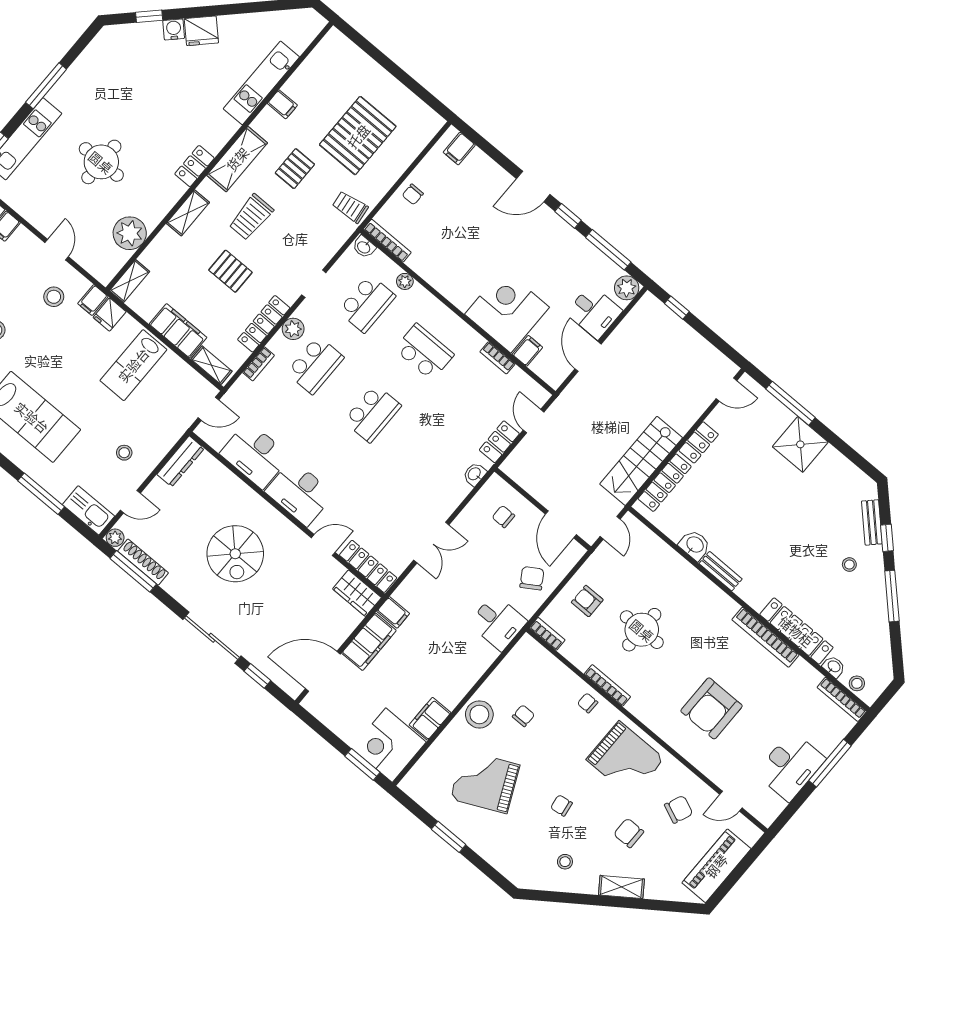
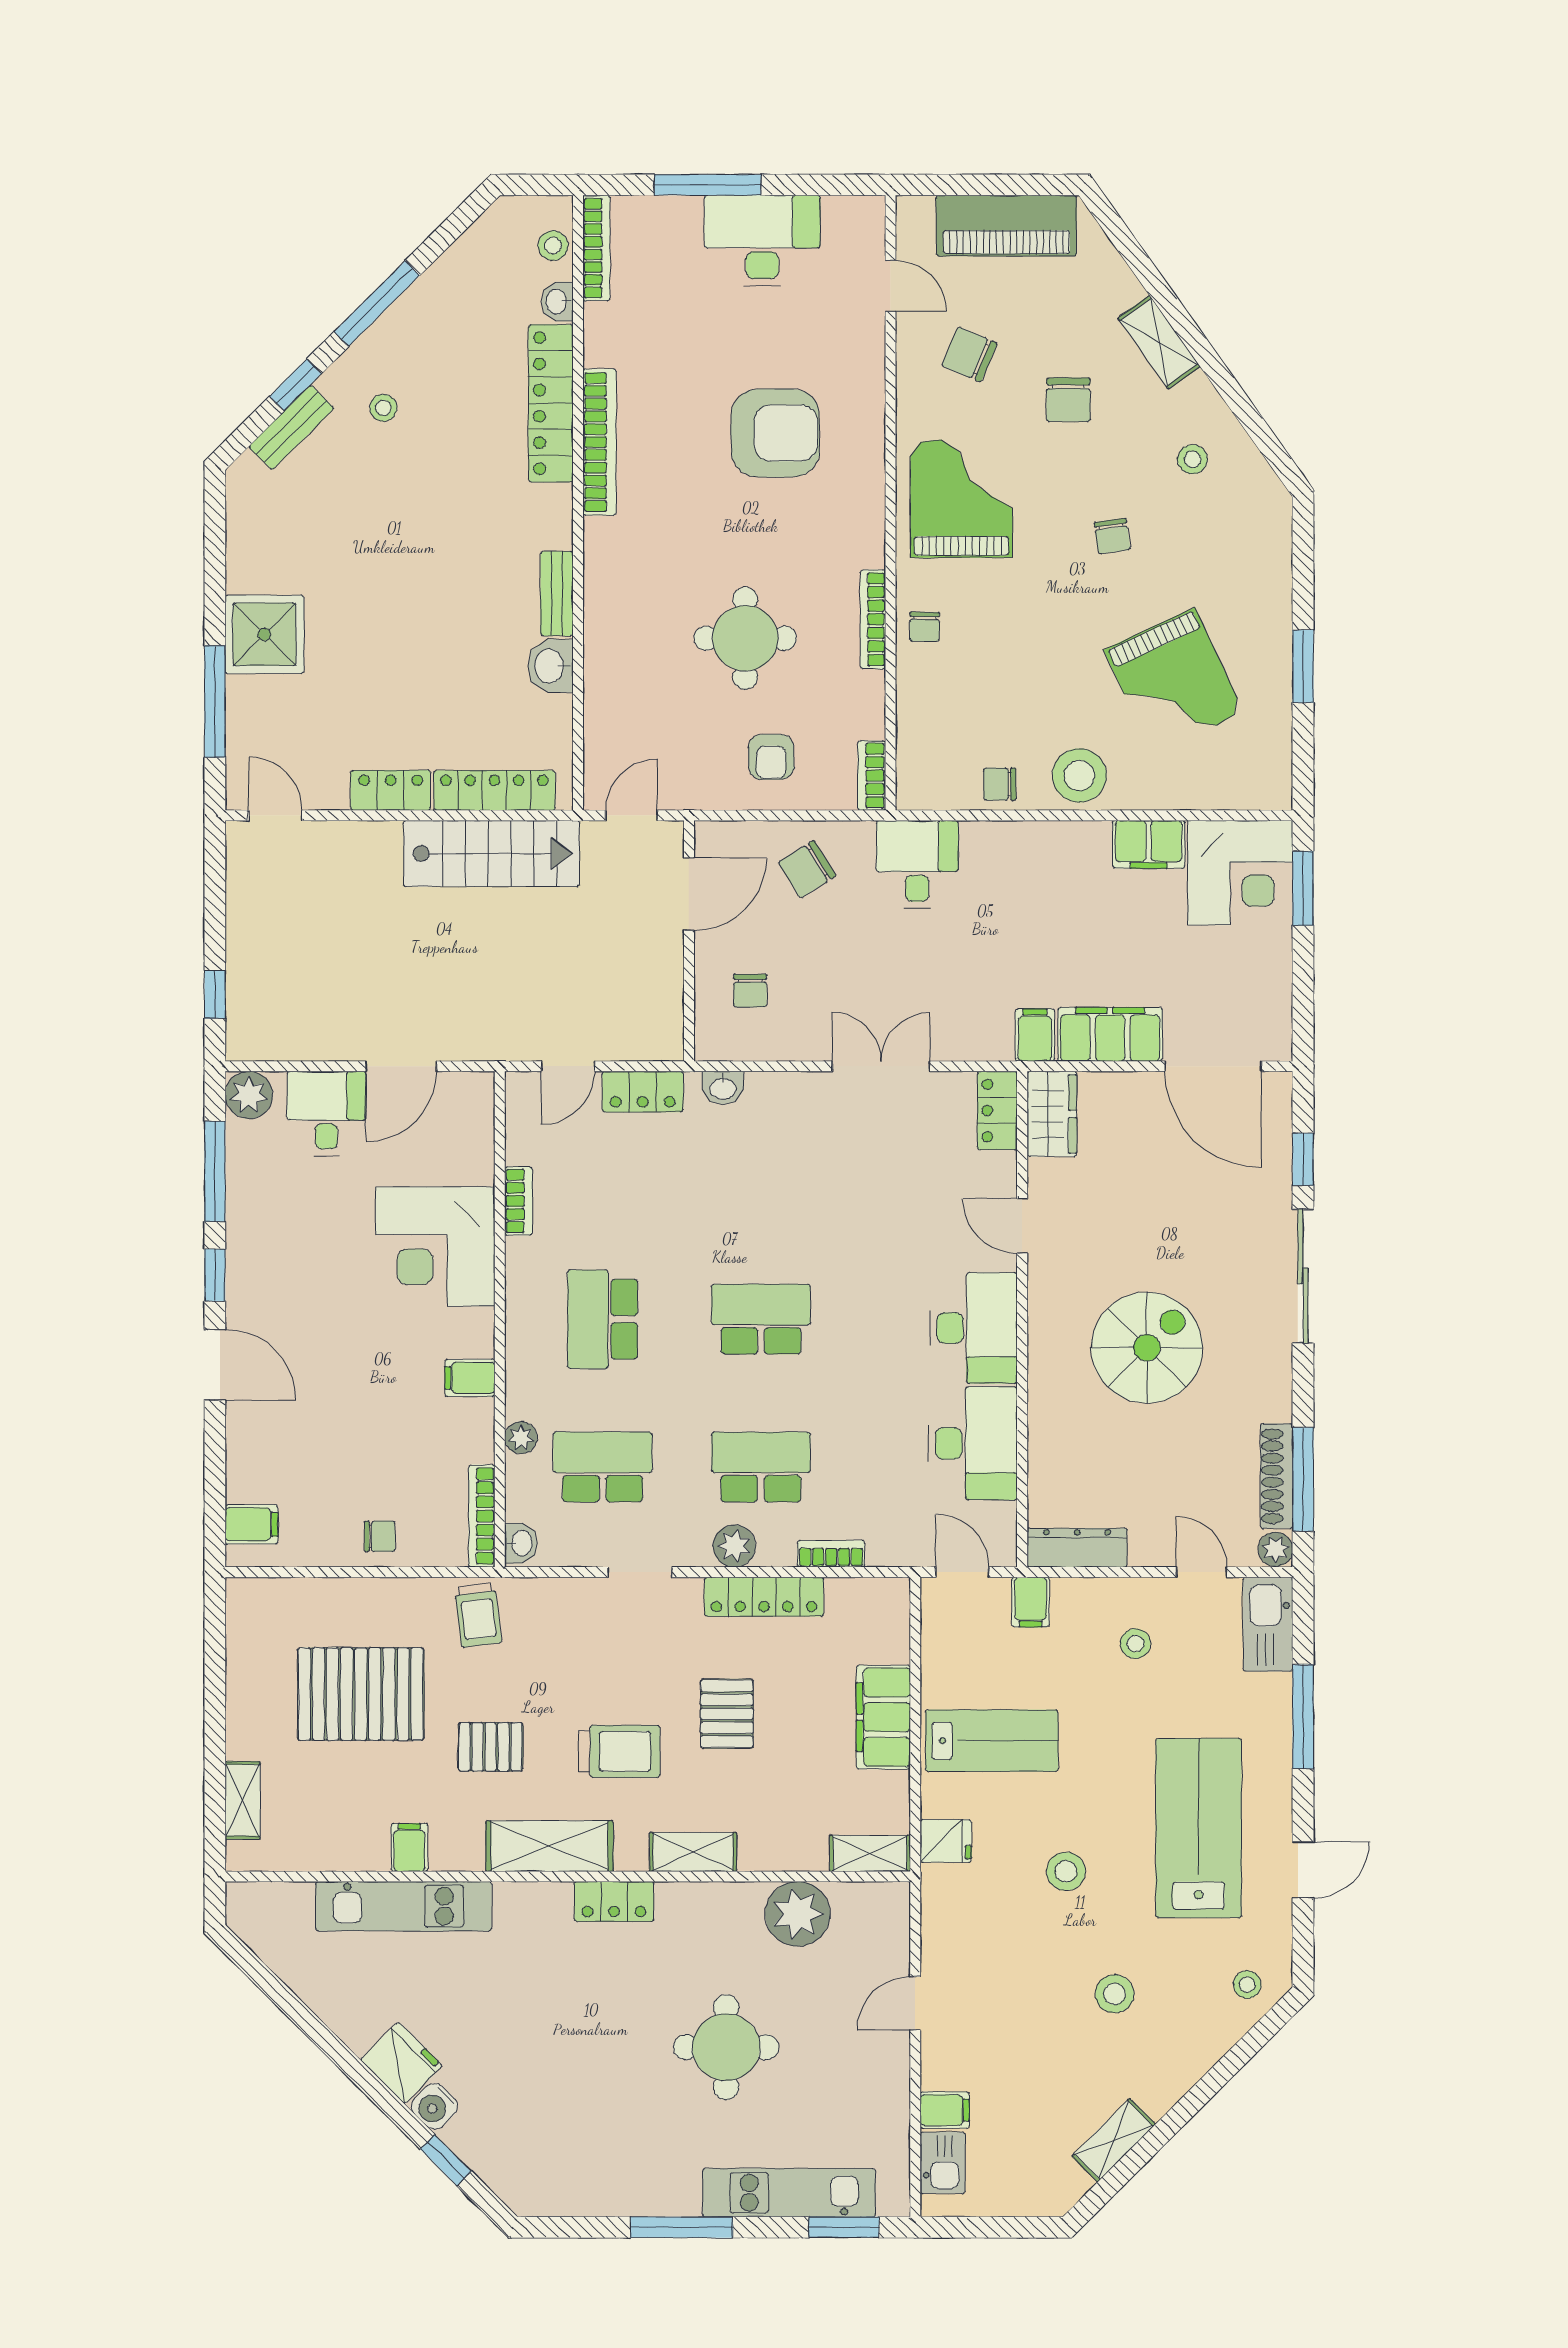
stool: (54, 297) -> (1066, 1871), moved
filing cabinet: (93, 300) -> (1031, 1602), moved, turned 90
filing cabinet: (527, 351) -> (470, 1378), moved
shelving: (211, 365) -> (243, 1800), moved
locker: (368, 566) -> (997, 1111), width x0.66
chair: (523, 716) -> (1000, 784), moved

